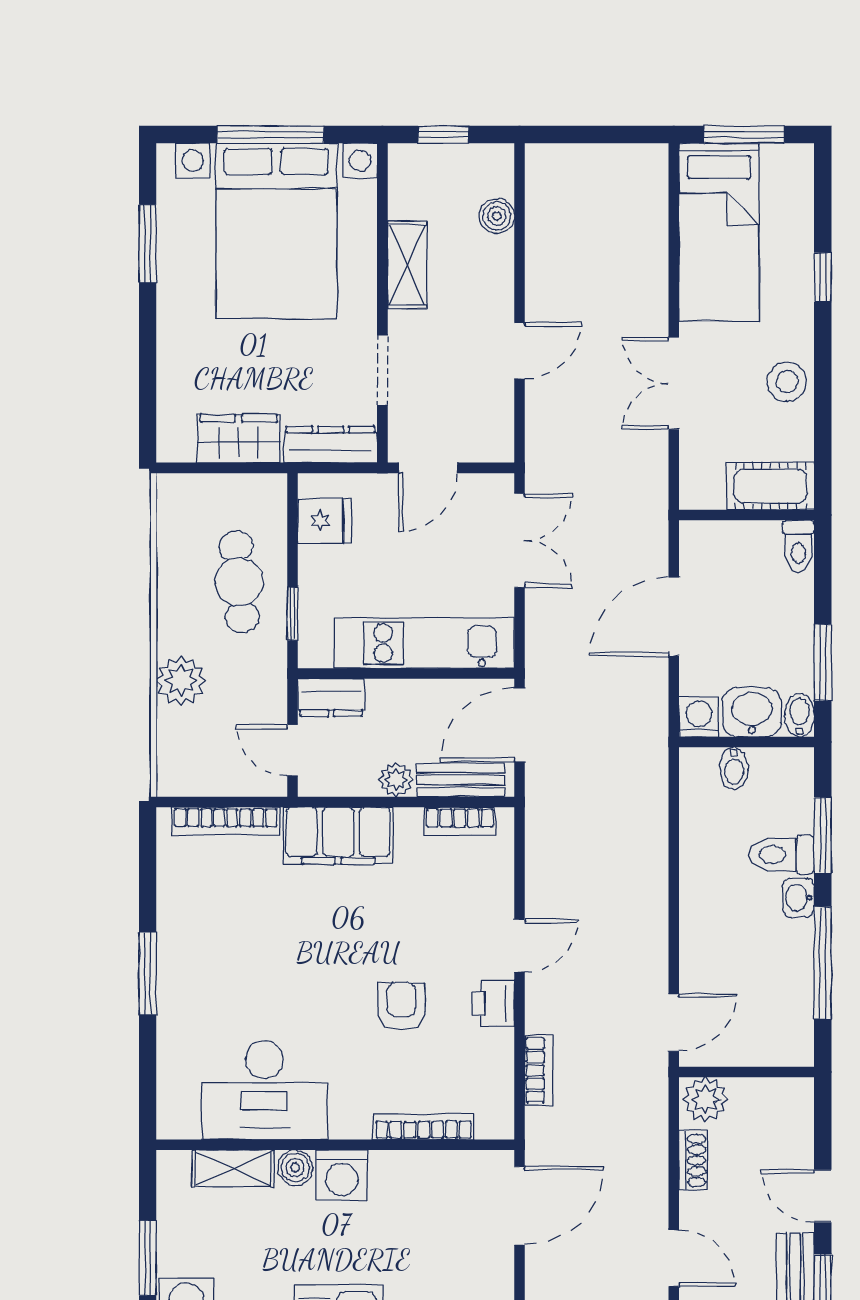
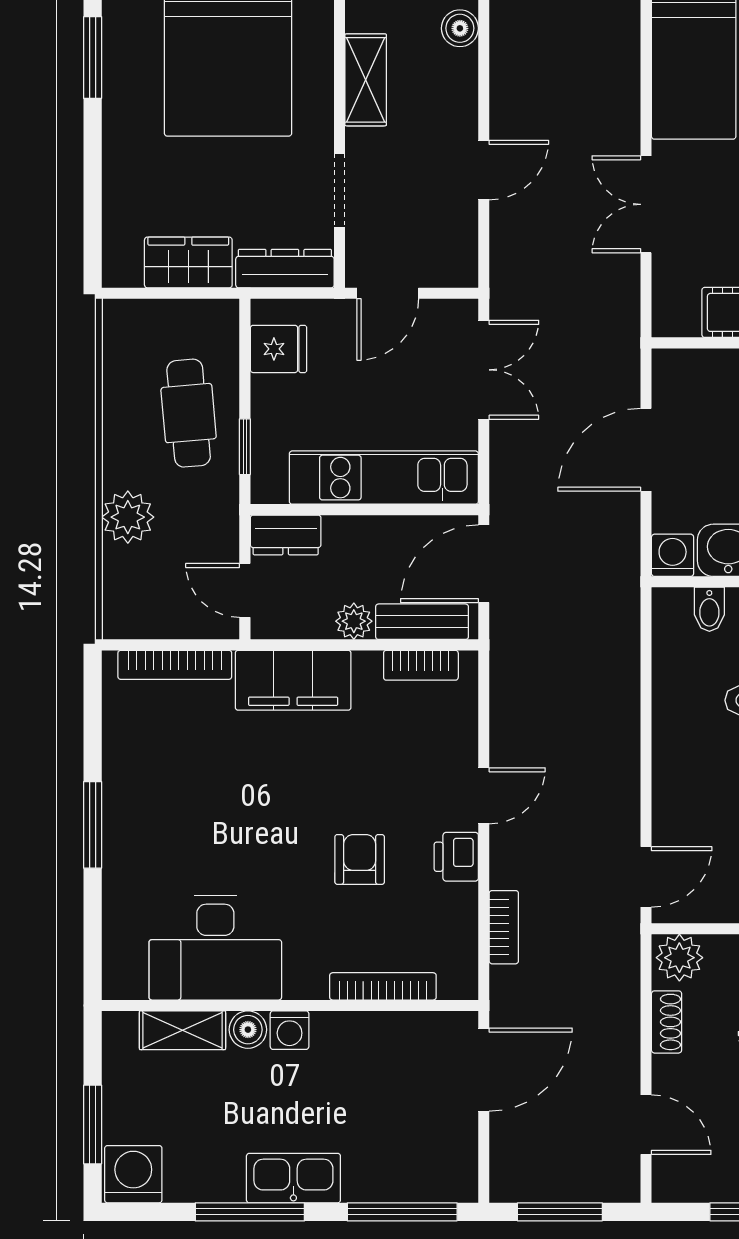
washing machine: (342, 1175) -> (290, 1030), width x0.73, depth x0.73

